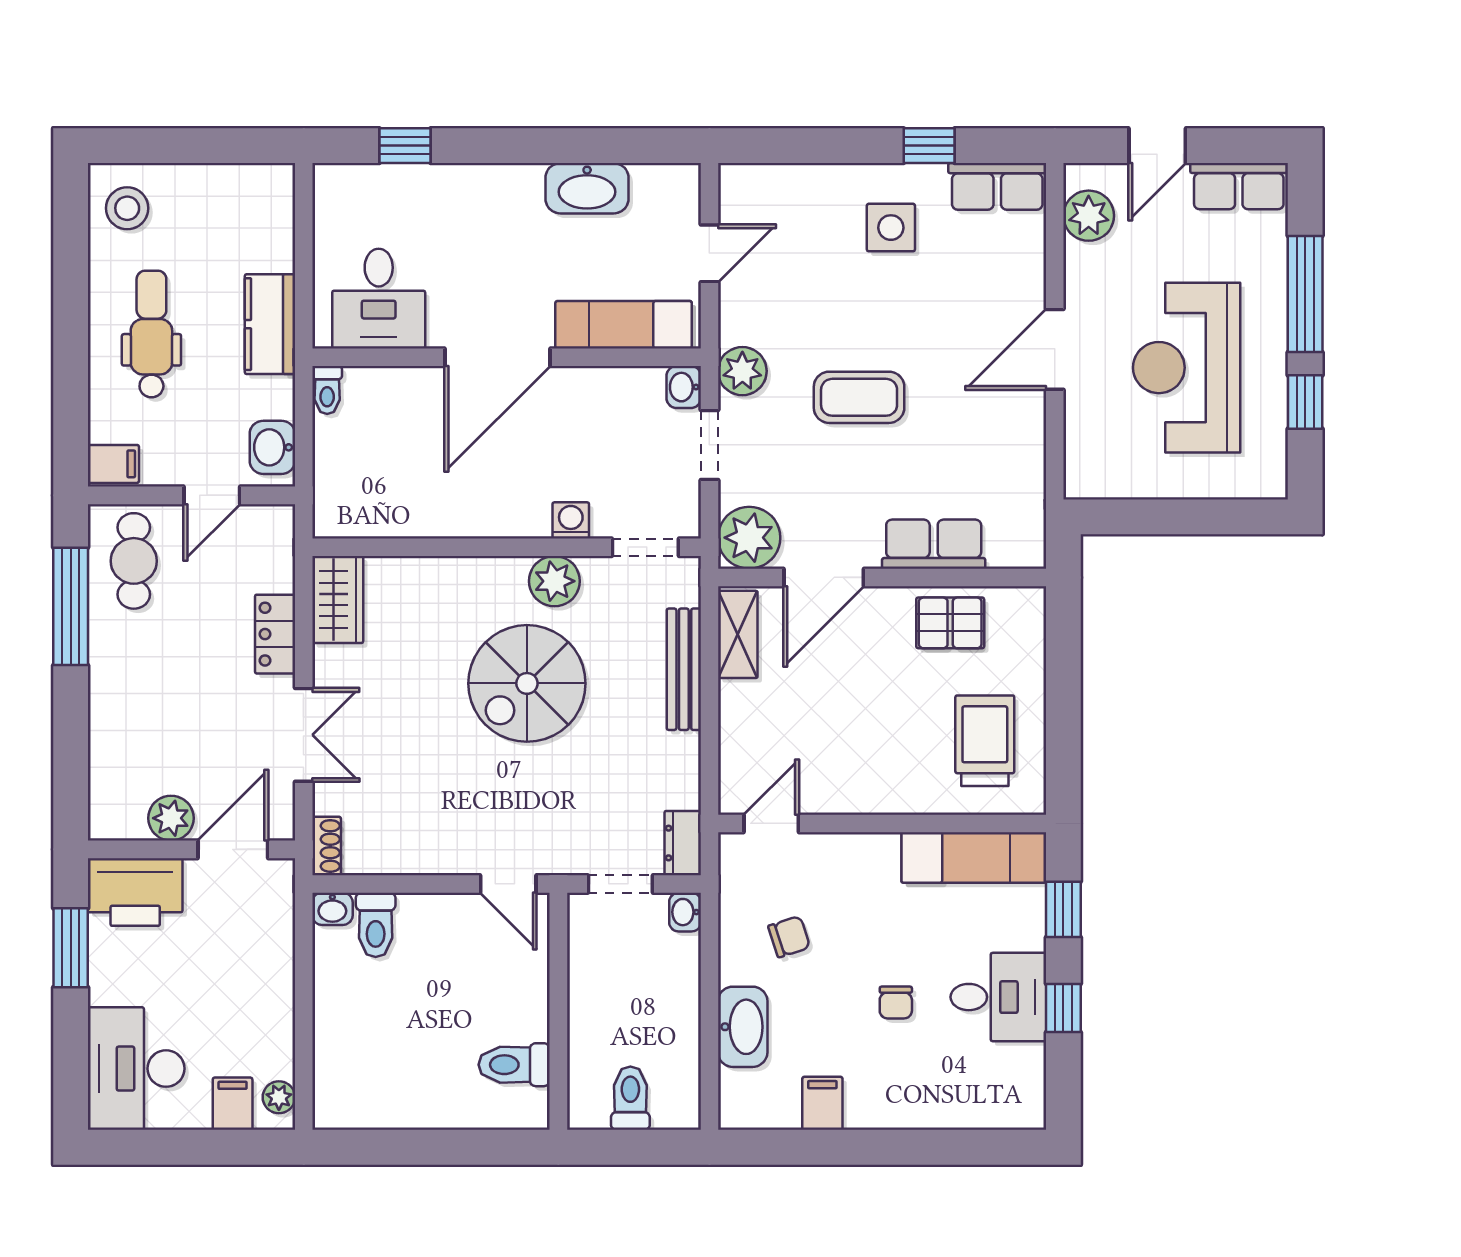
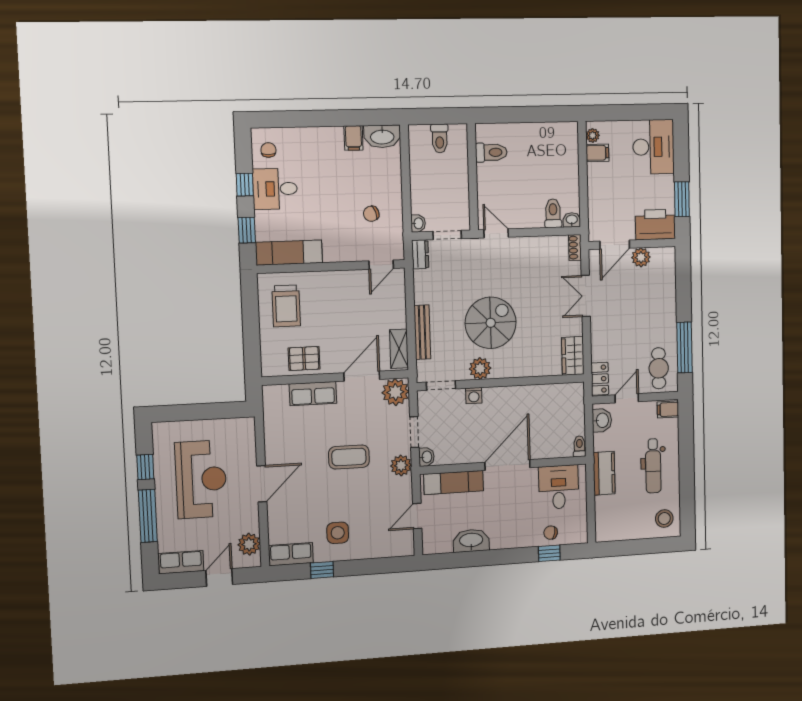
chair: (400, 194) -> (551, 533), added
locker: (275, 634) -> (600, 379), moved
chair: (896, 1003) -> (268, 150), moved
washbasin: (743, 1027) -> (382, 136), moved, turned -90
filing cabinet: (233, 1104) -> (597, 153), moved, turned -90

